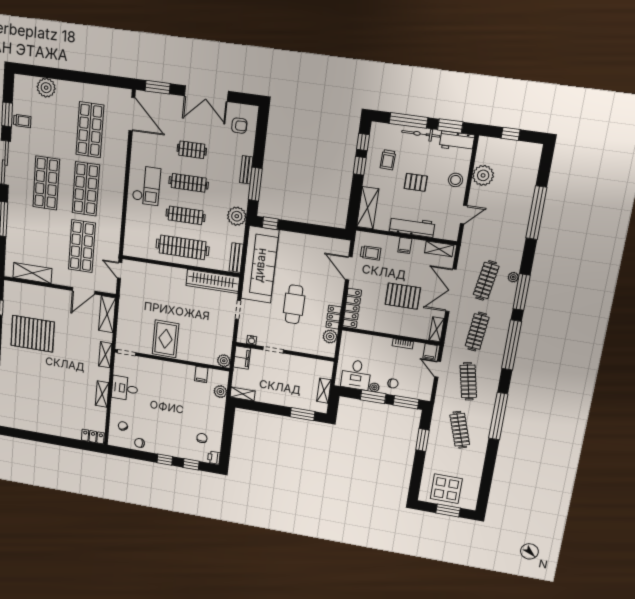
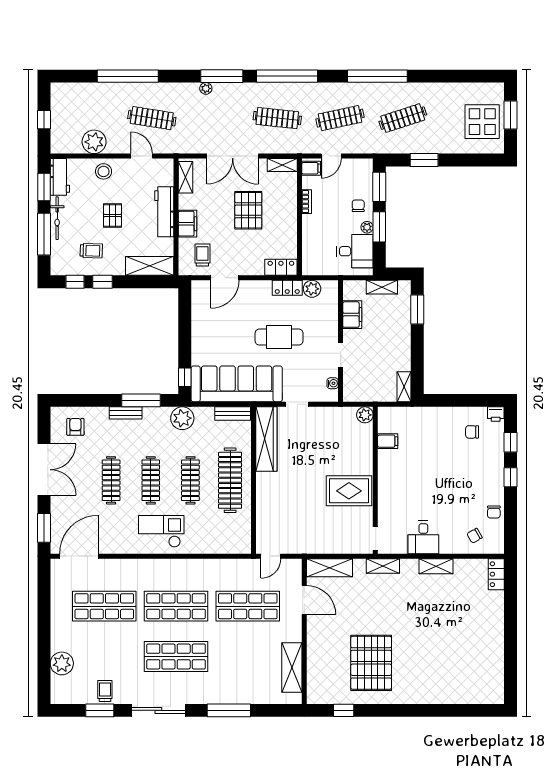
clothes rail: (192, 150) -> (111, 480), width x1.36
filing cabinet: (405, 245) -> (187, 224), width x2.00
clothes rail: (486, 280) -> (152, 118), moved
locker: (352, 308) -> (281, 267), width x0.66
filing cabinet: (242, 358) -> (352, 315), moved, turned 90
plant: (220, 392) -> (406, 415), removed

